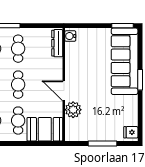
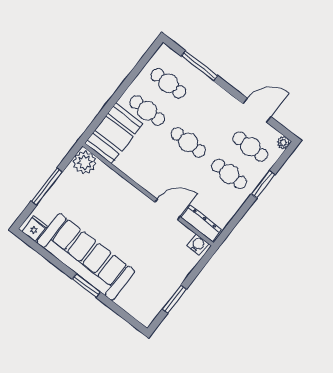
window: (122, 26) -> (174, 299), moved
sofa: (125, 61) -> (86, 257), moved
door: (64, 91) -> (167, 209), moved
plant: (73, 110) -> (85, 162), moved

